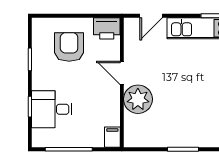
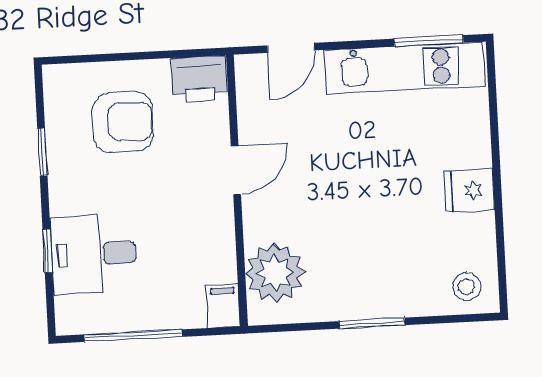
armchair: (69, 47) -> (123, 122), turned 90
door: (122, 73) -> (236, 170), swing flipped
plant: (138, 99) -> (275, 273), moved

